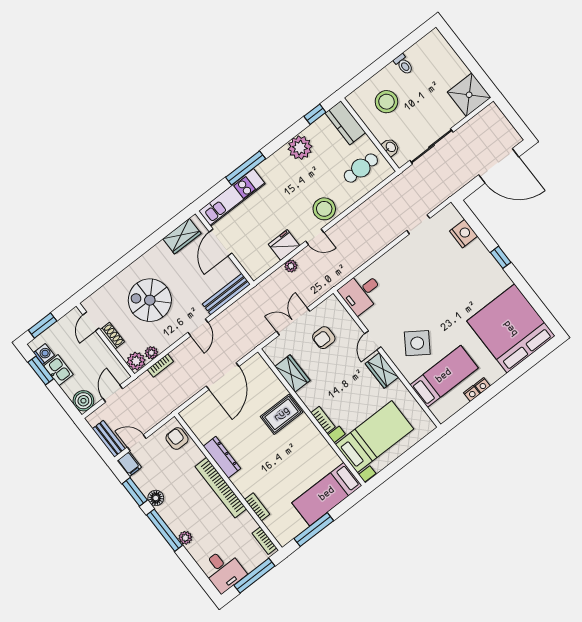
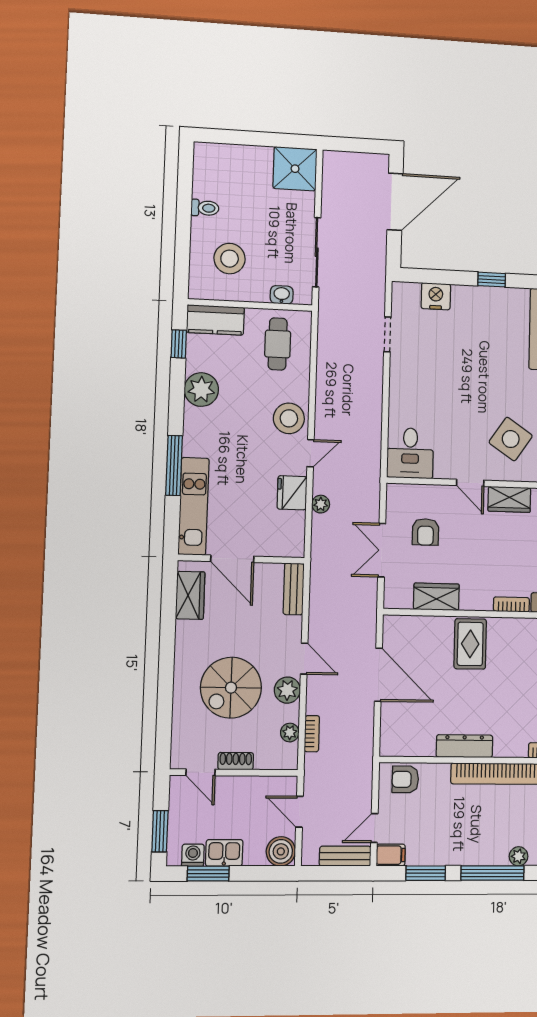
bench: (226, 294) -> (294, 589), width x0.73
plant: (136, 361) -> (287, 690), moved
floor lamp: (156, 498) -> (451, 855), removed

